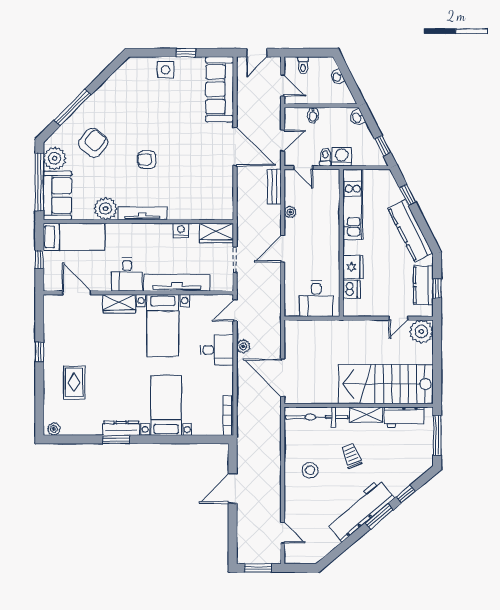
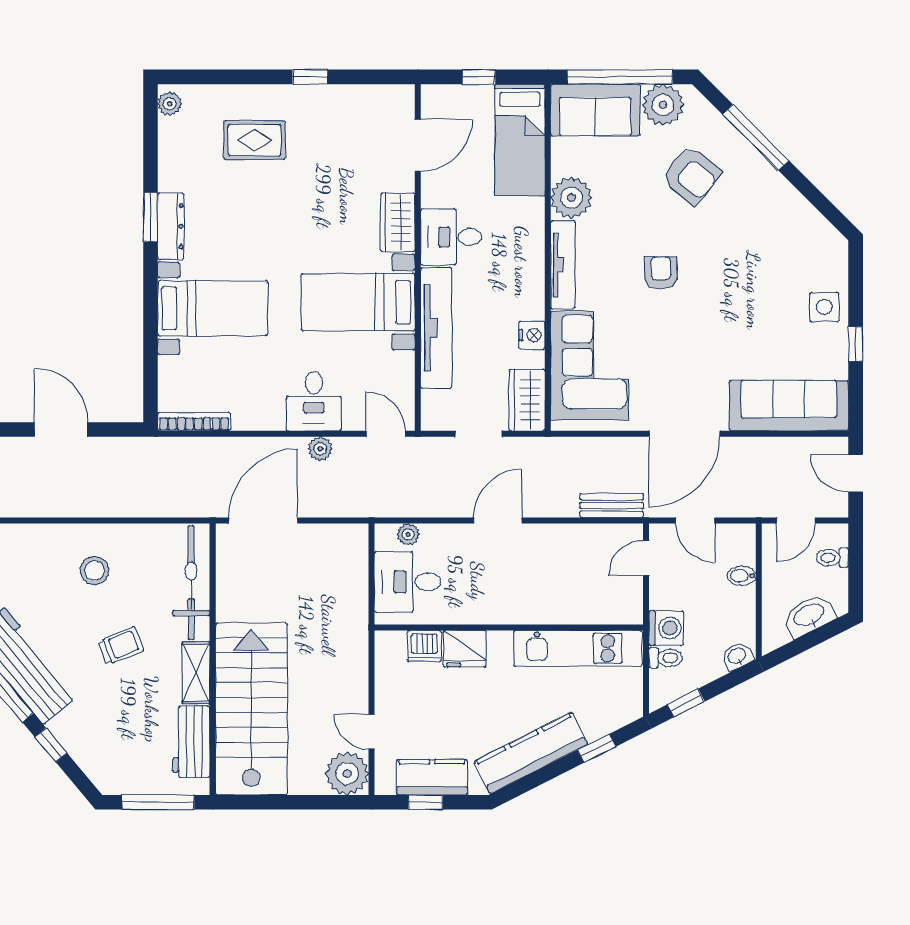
washbasin: (337, 77) -> (809, 616), width x1.91, depth x1.45
toilet: (325, 157) -> (666, 658), moved
corner sofa: (198, 199) -> (589, 366), added
plant: (290, 212) -> (408, 534), moved
door: (283, 249) -> (498, 521), hinge flipped

